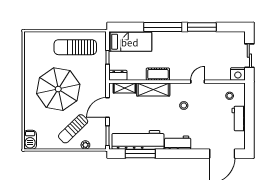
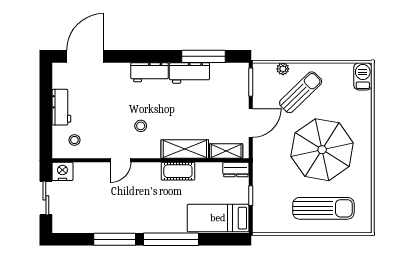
sun lounger: (75, 47) -> (323, 208), moved
workbench: (138, 140) -> (189, 73), width x0.53, depth x0.76

